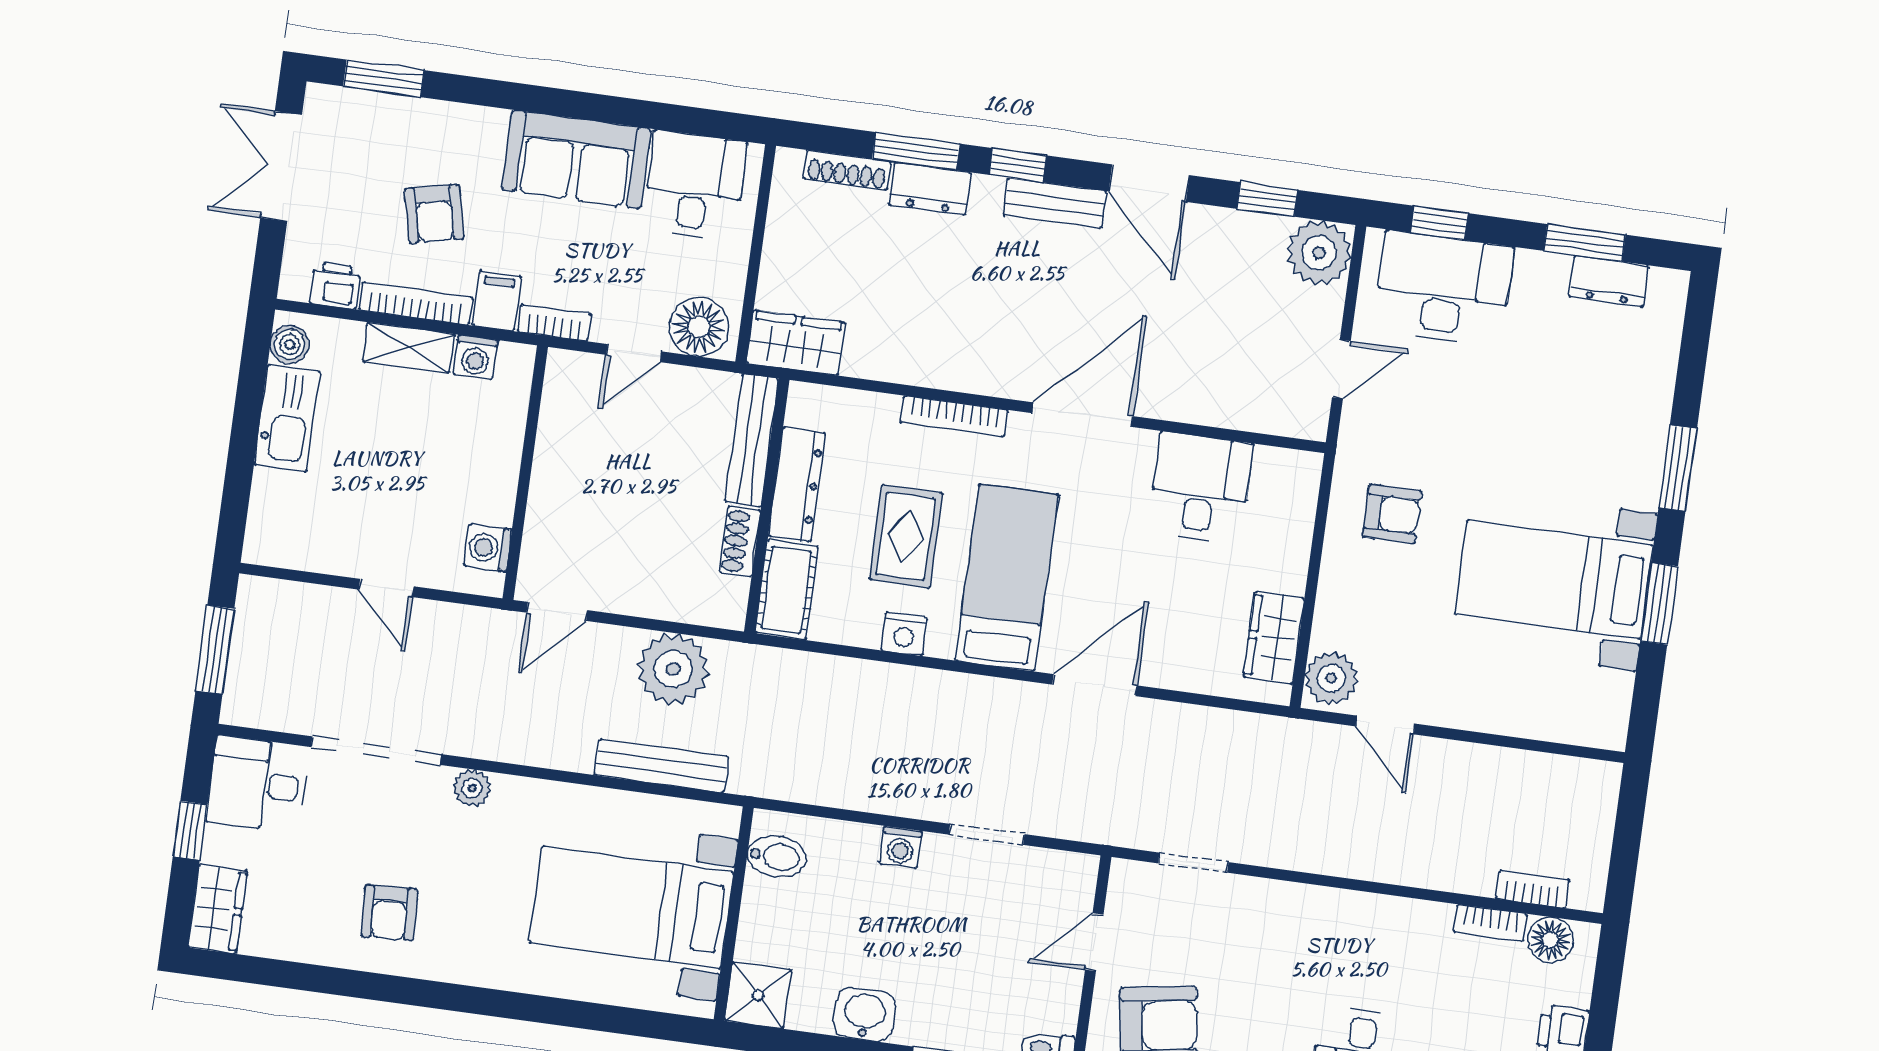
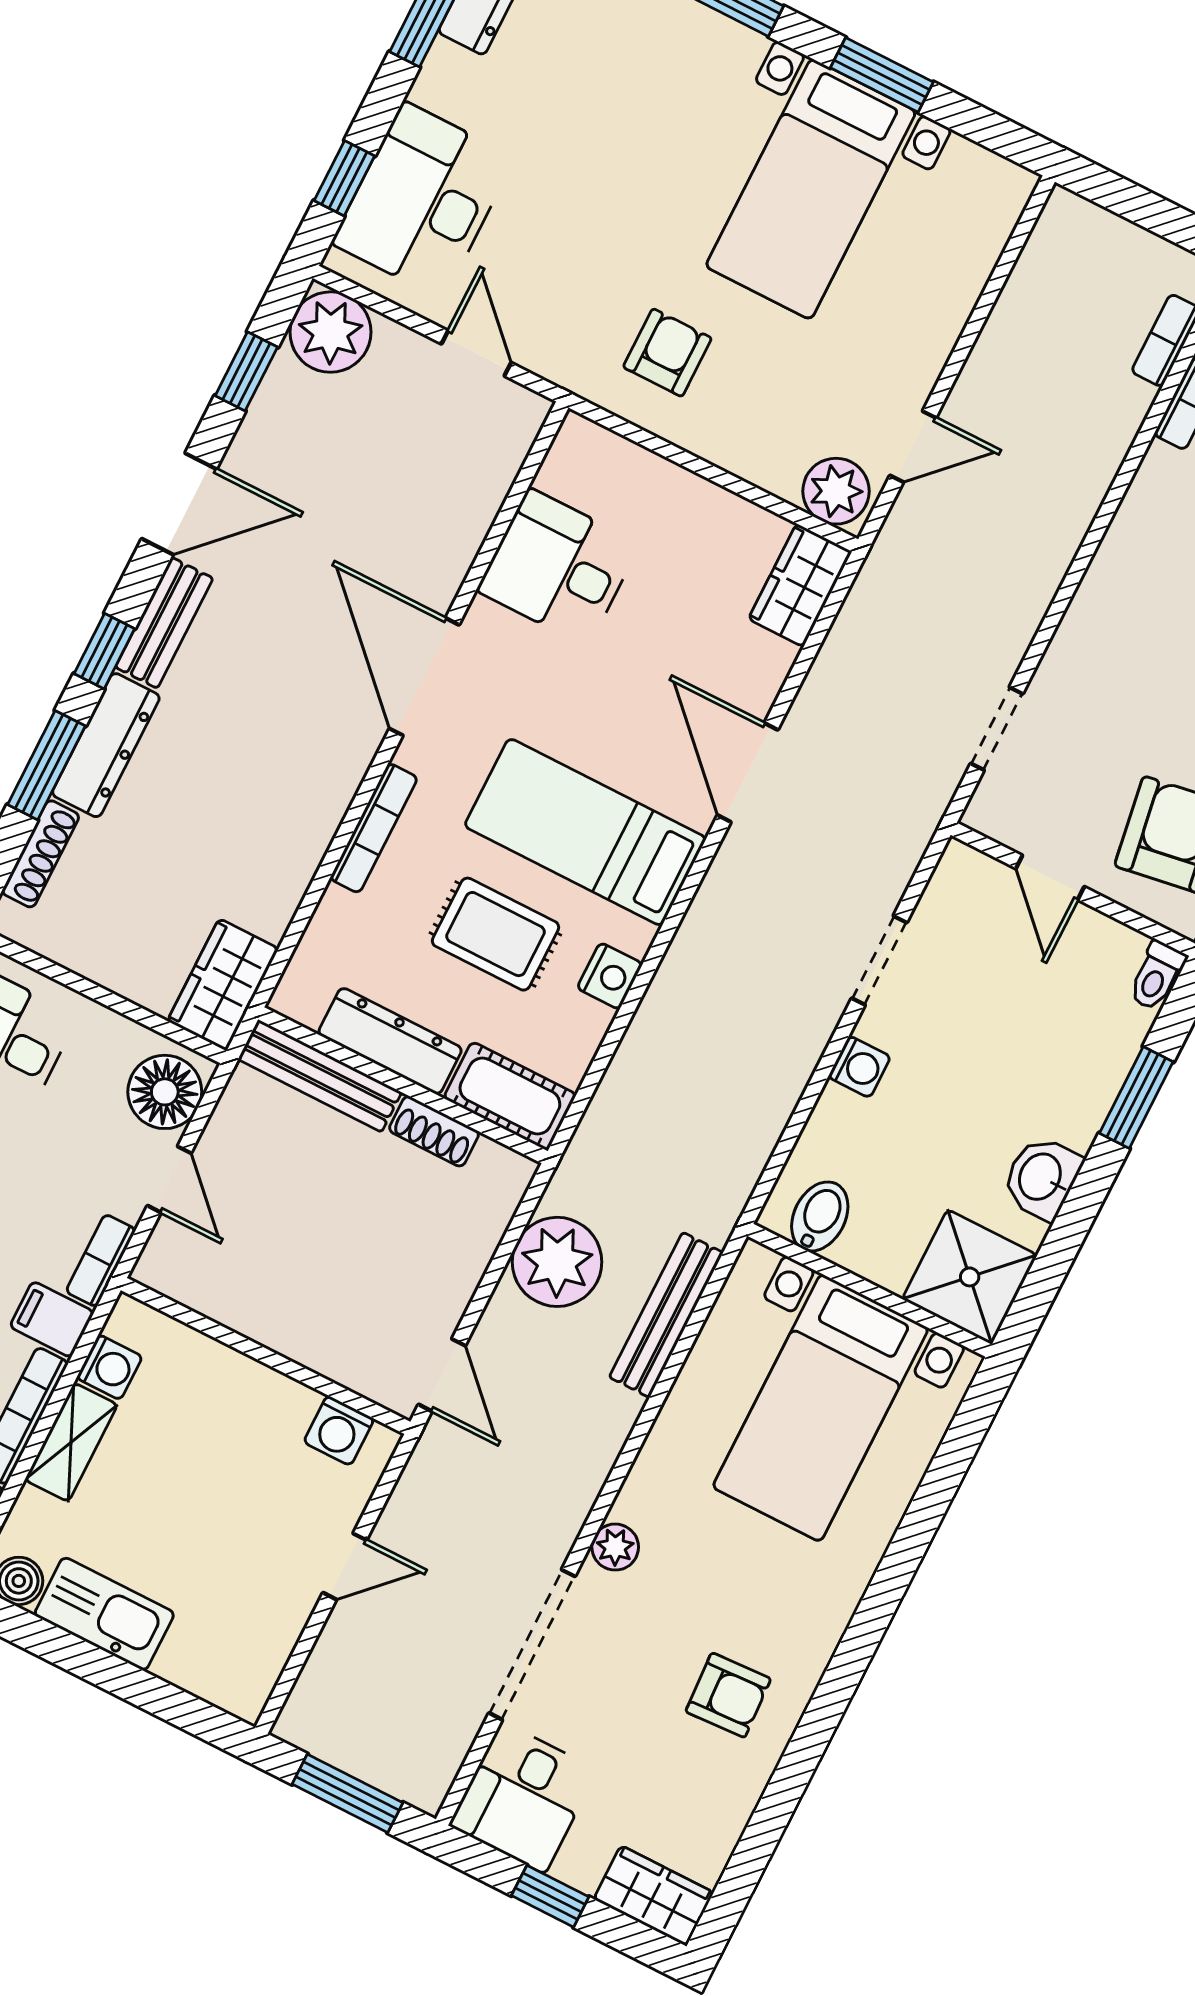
dresser: (930, 189) -> (106, 745), width x1.44
wardrobe: (1274, 638) -> (800, 585), moved, turned 90
shower: (758, 995) -> (970, 1277), width x1.36, depth x1.36

